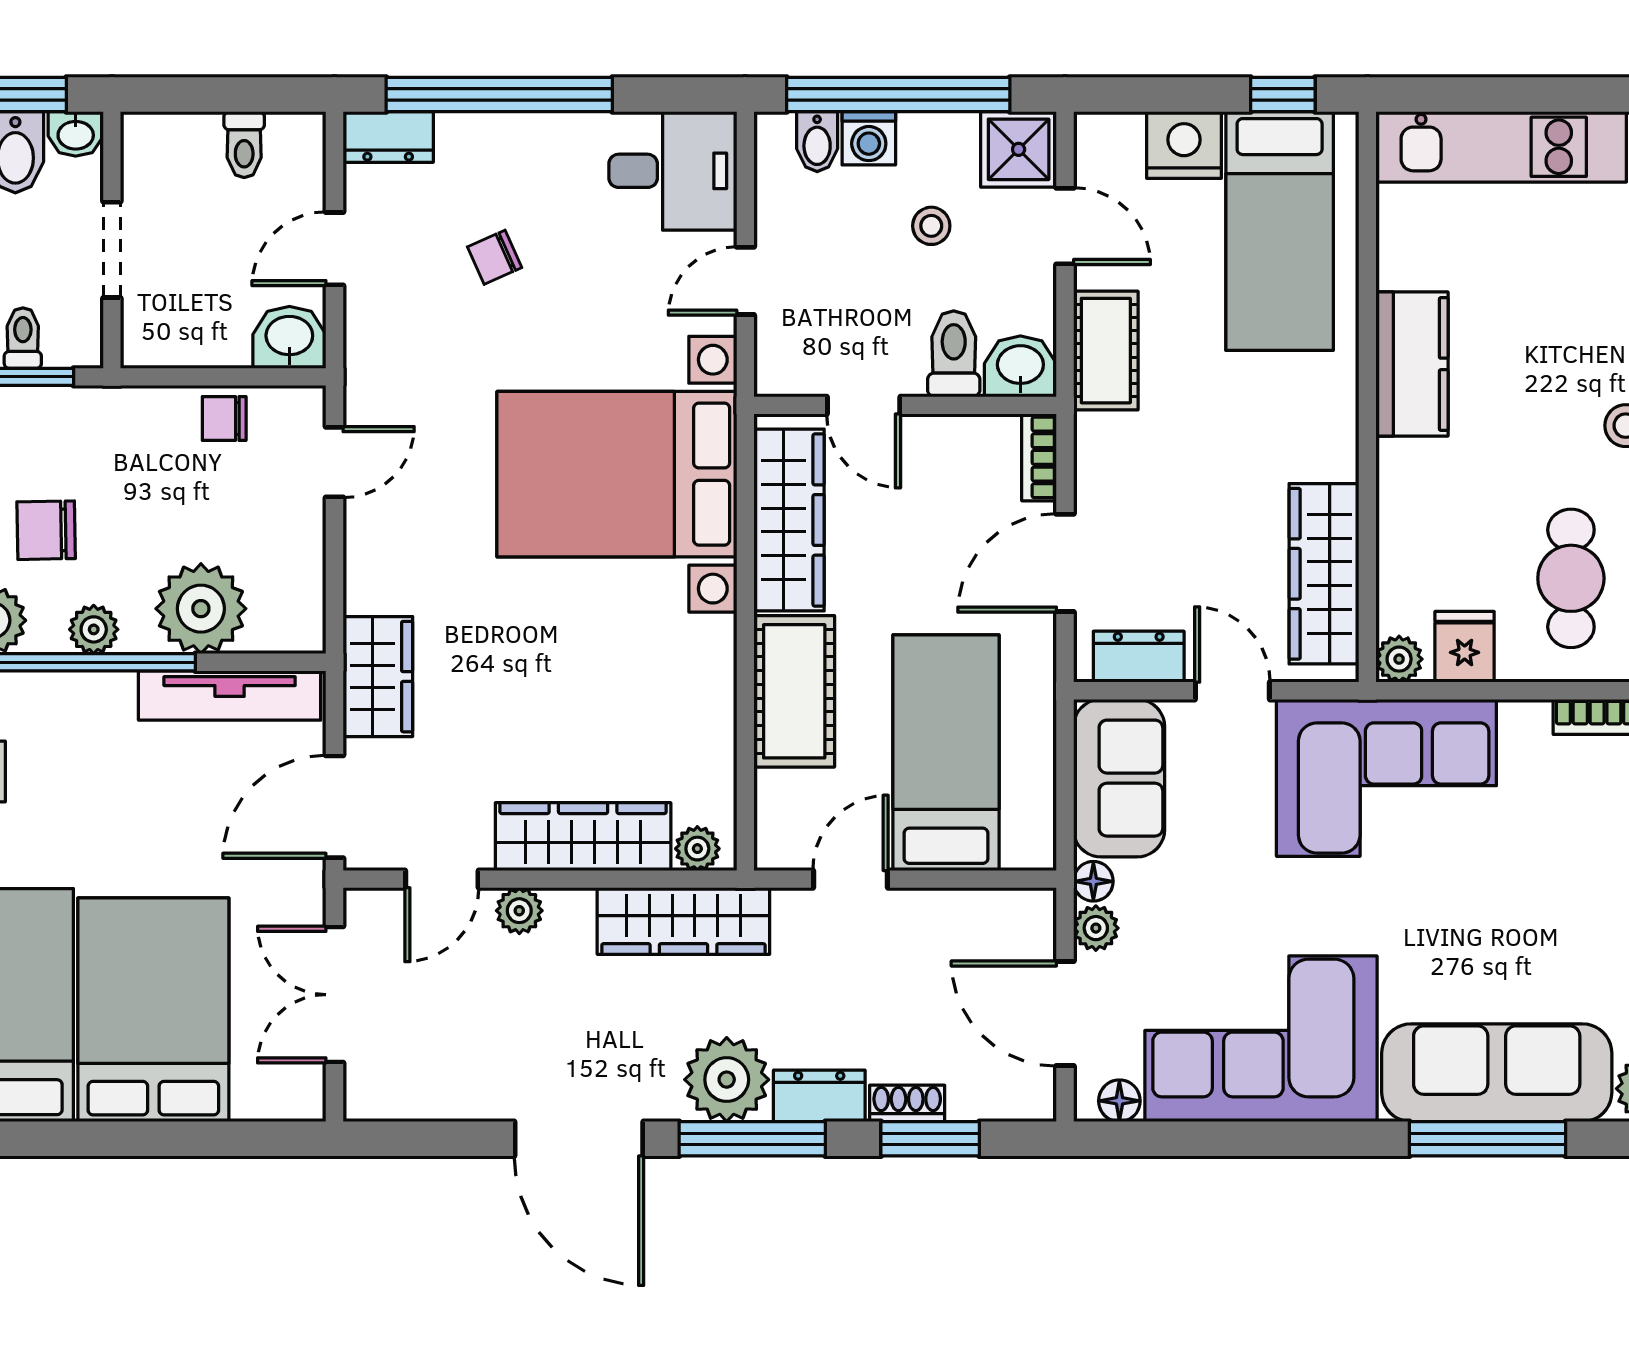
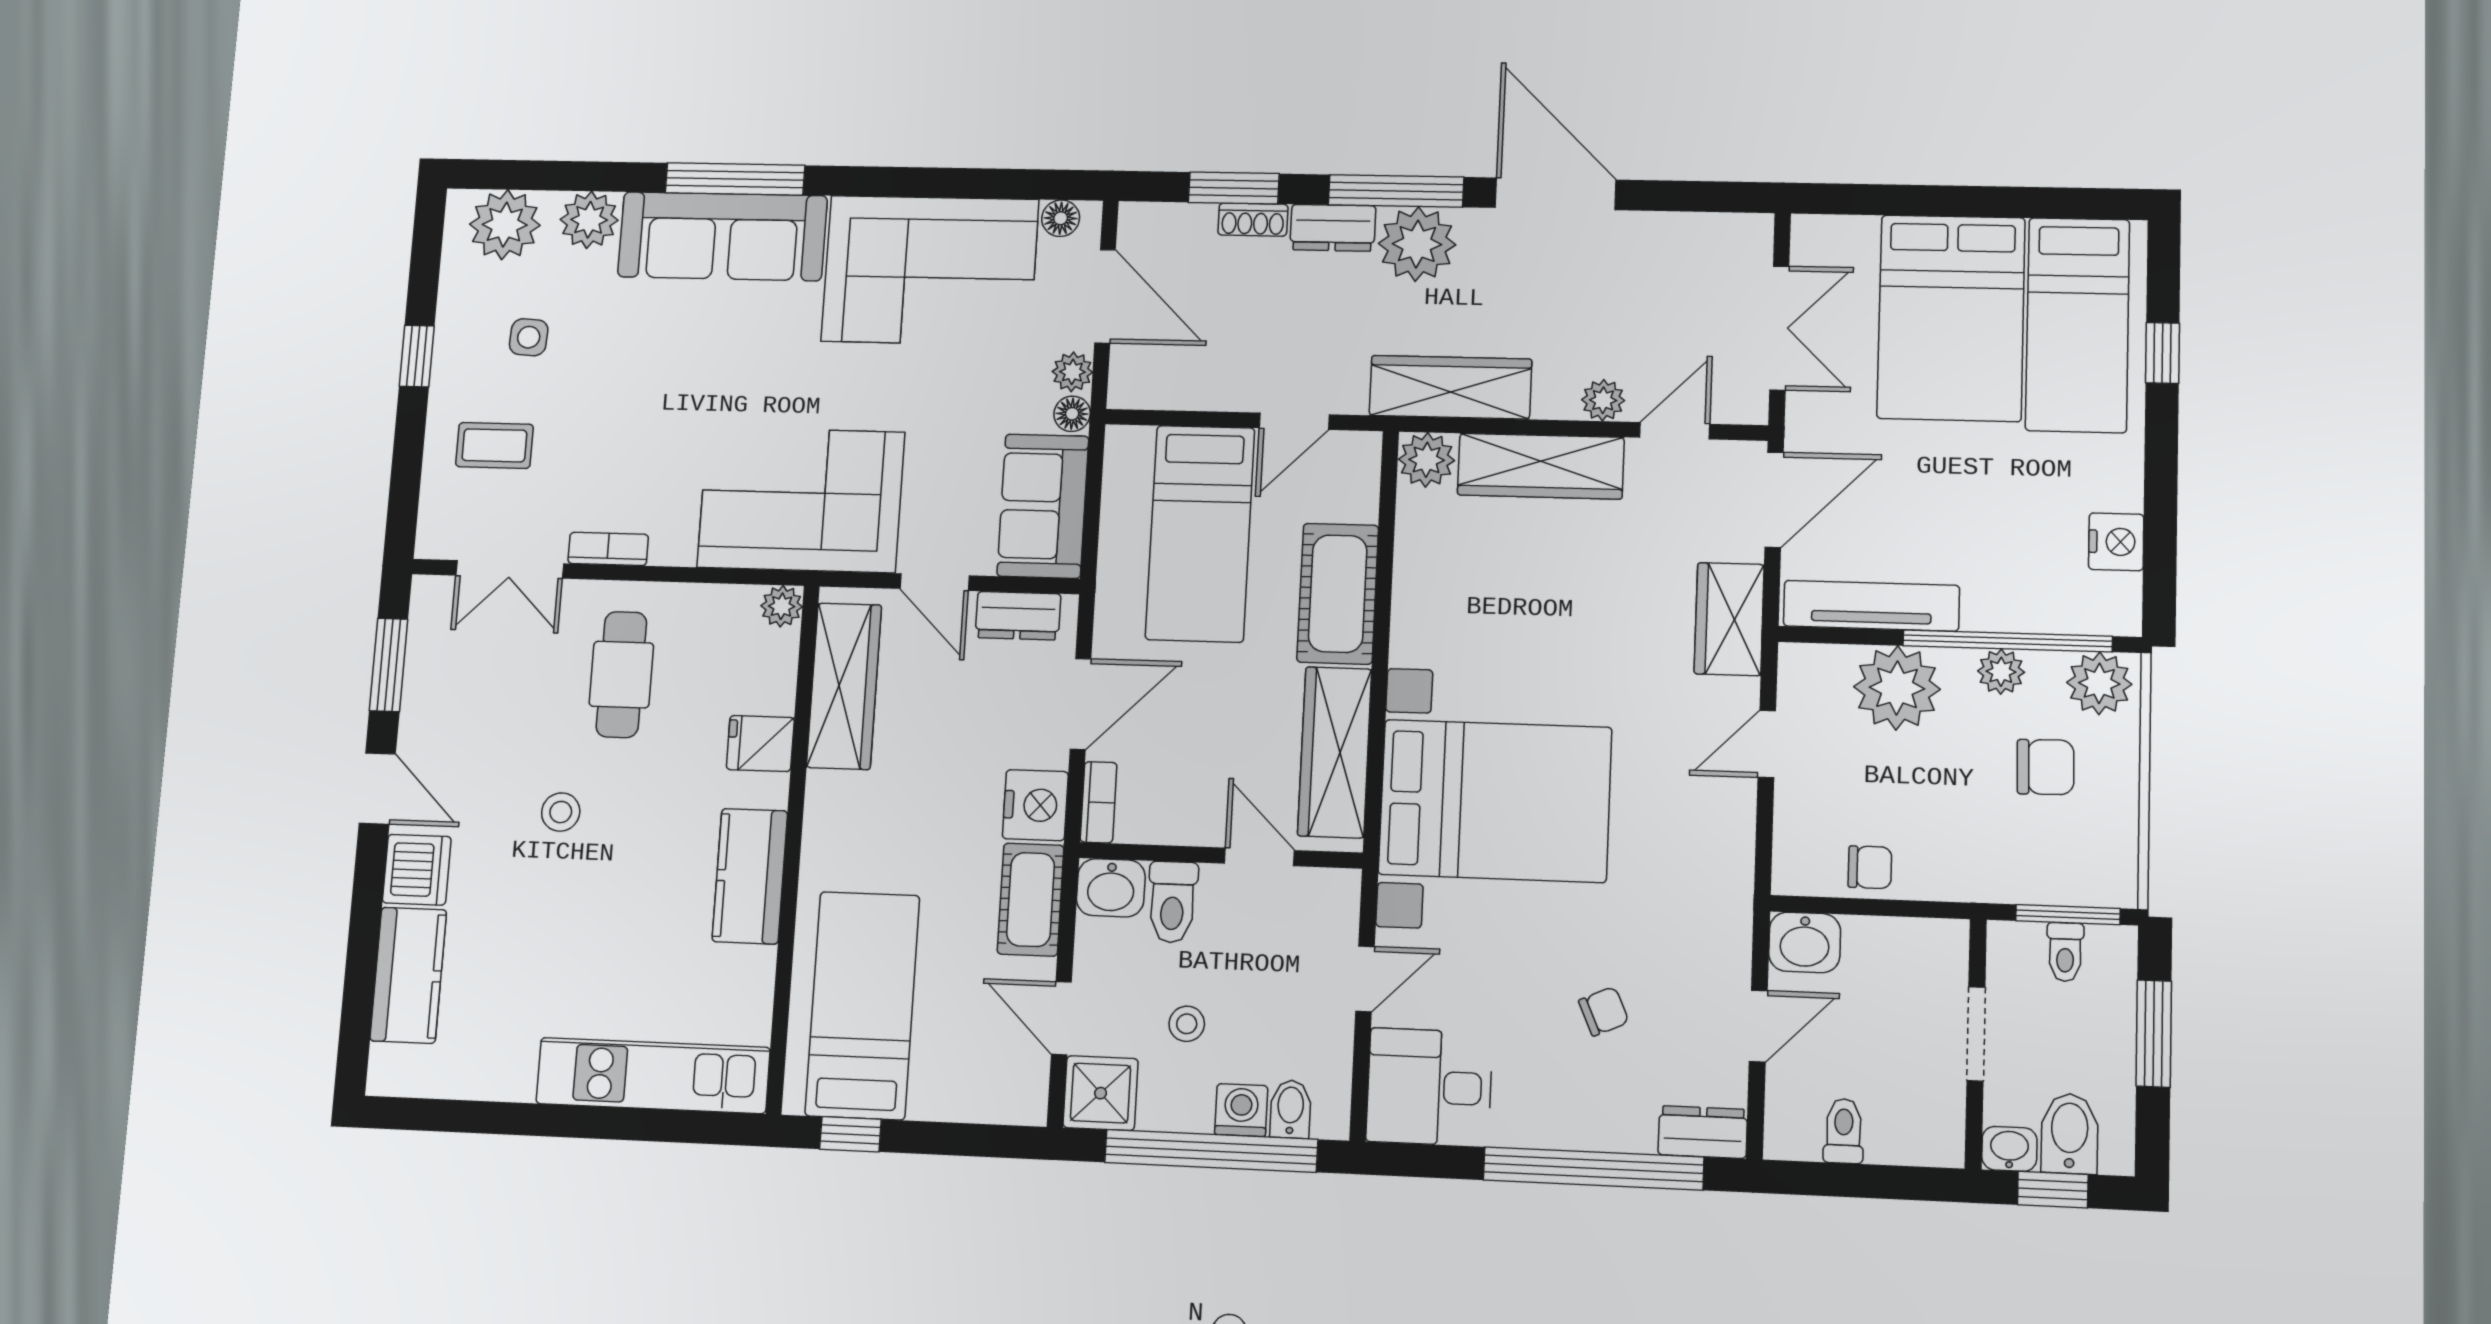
nightstand: (1184, 145) -> (1035, 805), moved, turned -90
door: (334, 462) -> (1767, 744), moved
fridge: (1465, 647) -> (760, 744), moved, turned 90
plant: (697, 849) -> (1427, 460), width x1.38, depth x1.38

